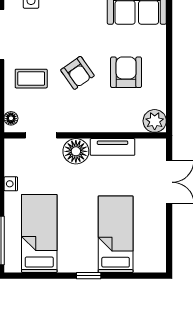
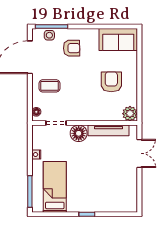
armchair: (77, 73) -> (72, 48), moved, turned -56
tv unit: (113, 147) -> (108, 130), width x1.41
bed: (116, 234) -> (104, 187), removed

